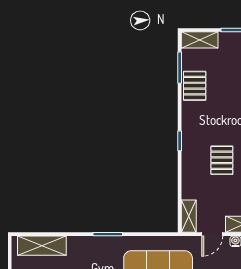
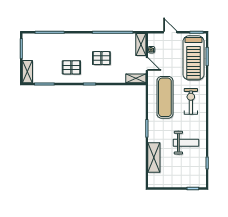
pallet: (195, 86) -> (71, 67), moved
shelving: (42, 246) -> (154, 158), moved

